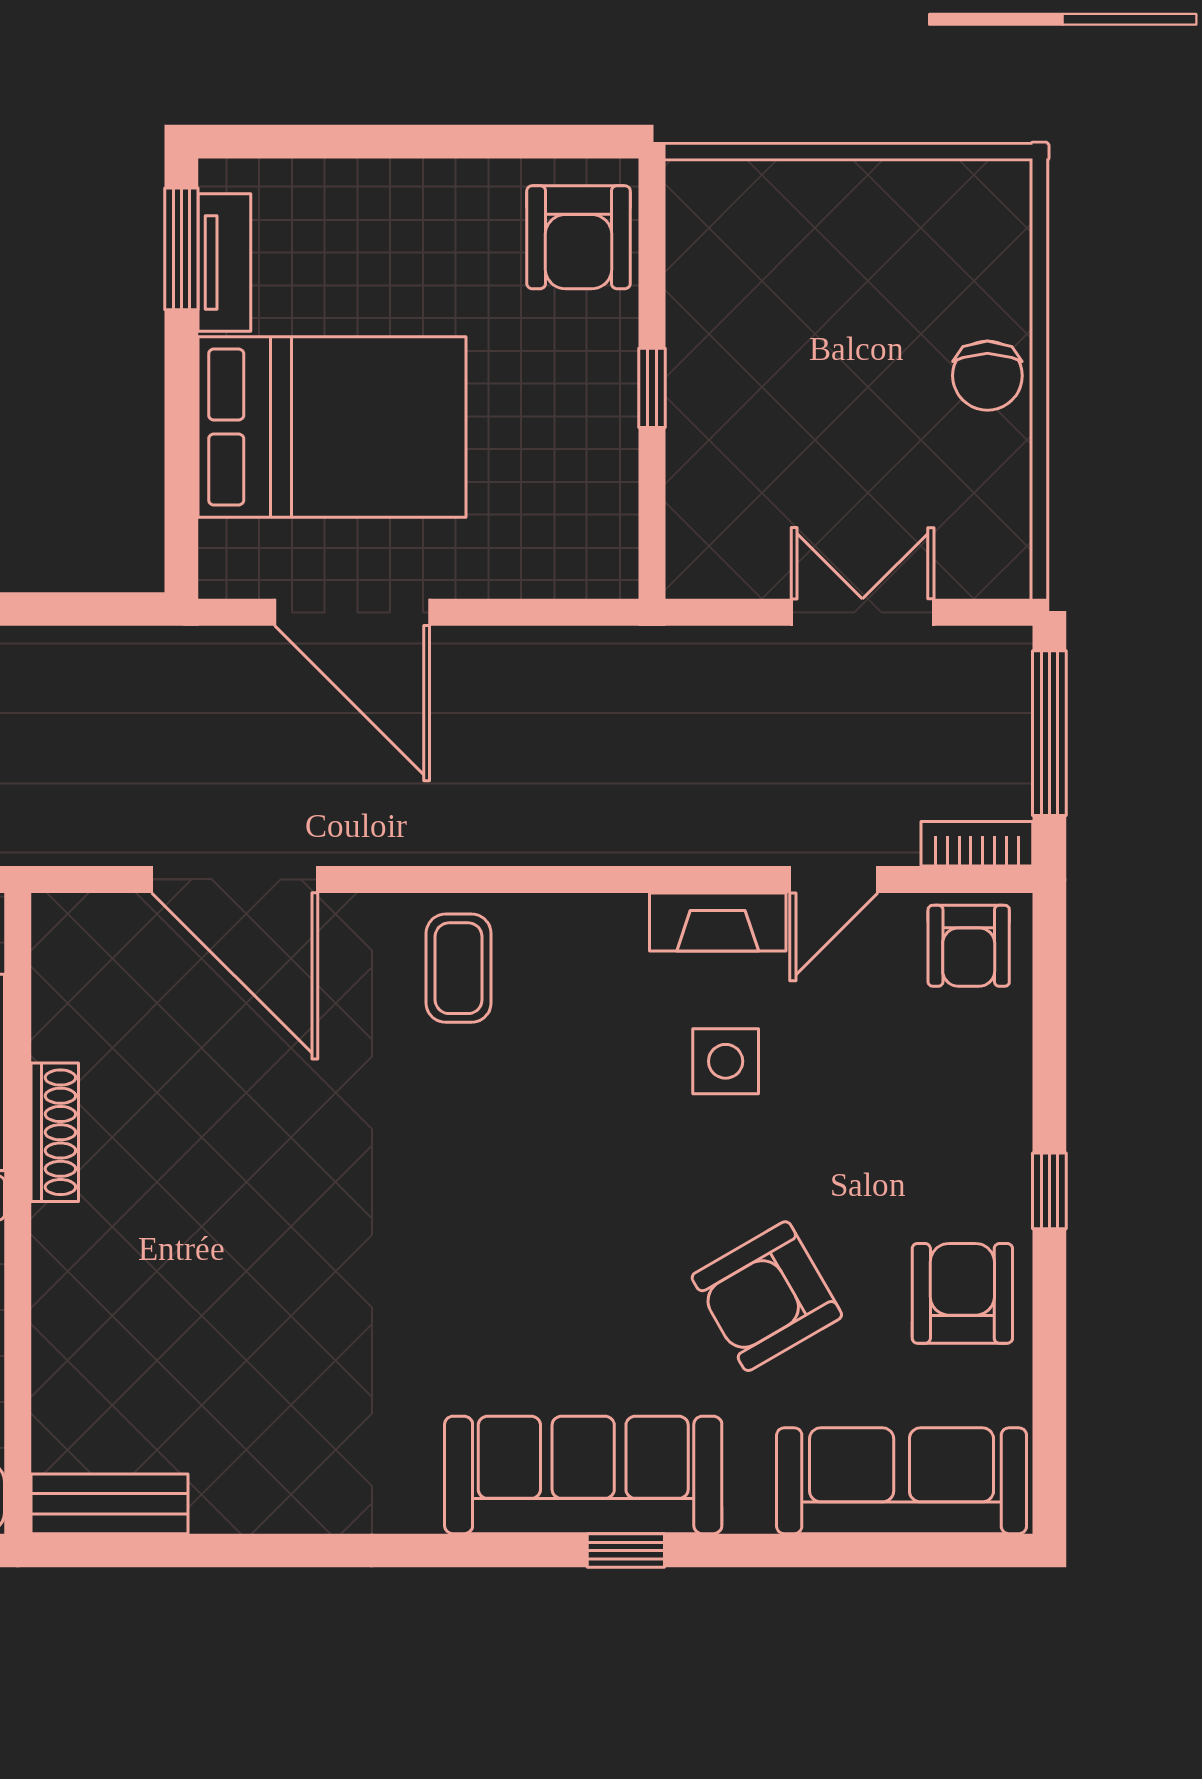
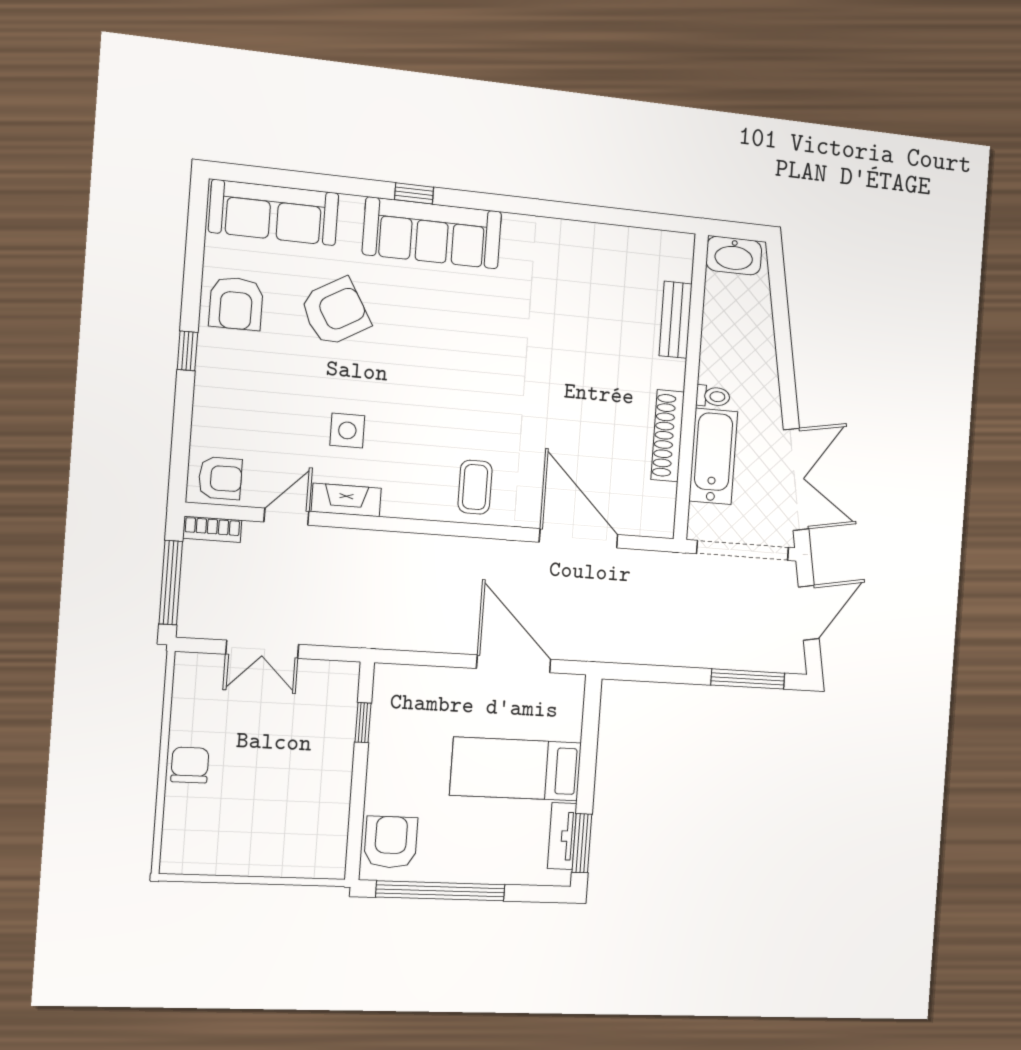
window: (470, 142) -> (441, 891), added
window: (652, 388) -> (363, 723), moved
bed: (332, 427) -> (516, 769), width x0.67
armchair: (969, 946) -> (220, 478), turned 90
shoe rack: (55, 1132) -> (668, 436), width x1.36, depth x1.24
bench: (109, 1504) -> (676, 320), moved, turned 90

